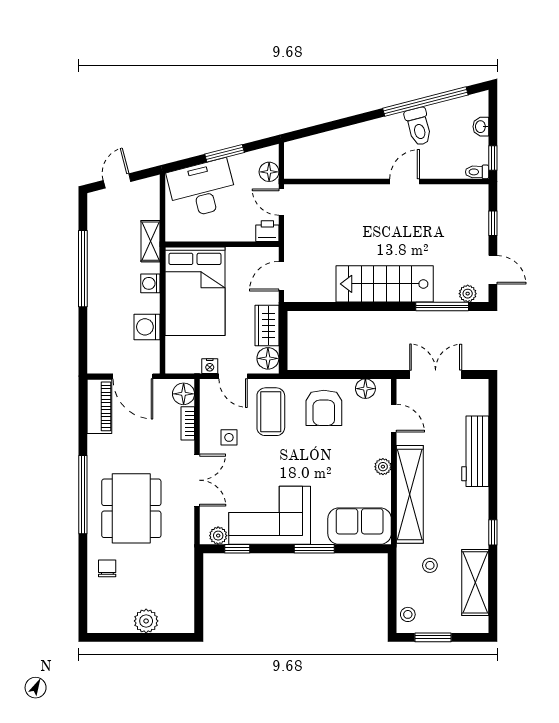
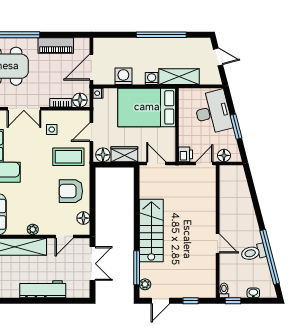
shelving: (151, 241) -> (179, 77), width x1.50, depth x1.33
nightstand: (210, 366) -> (98, 93), moved
piano: (99, 406) -> (56, 45), moved

